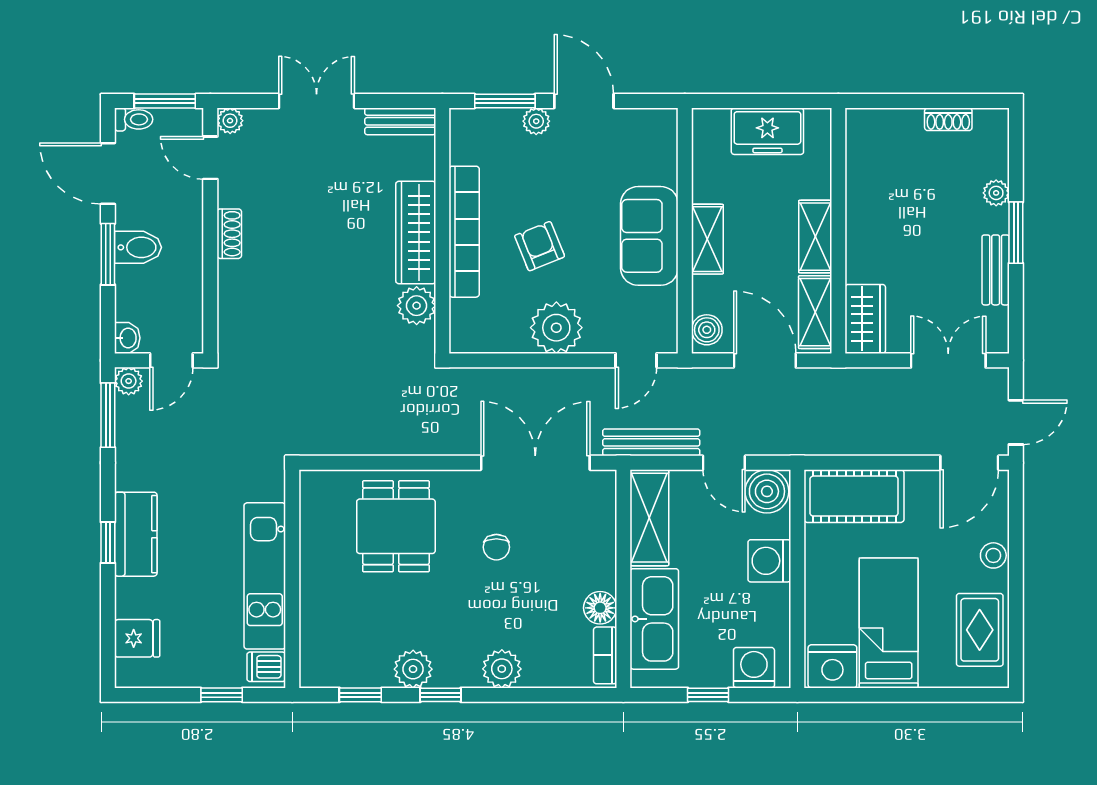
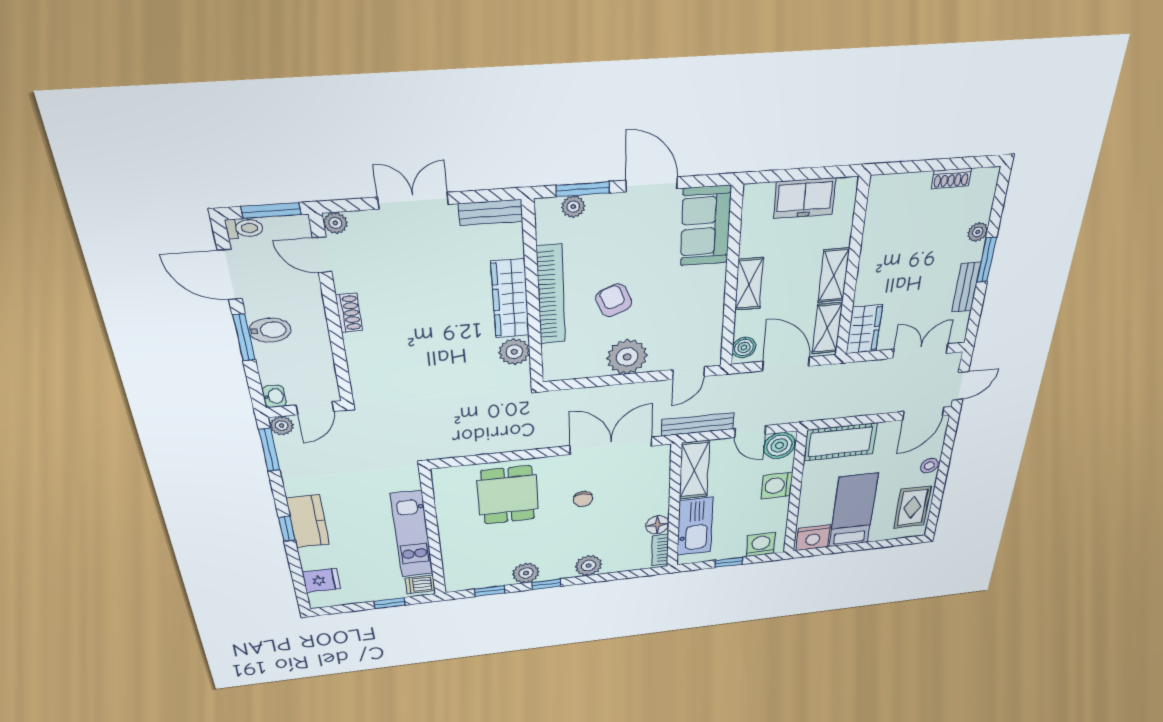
plant: (536, 121) -> (573, 207), moved
sofa: (649, 236) -> (706, 226), moved

